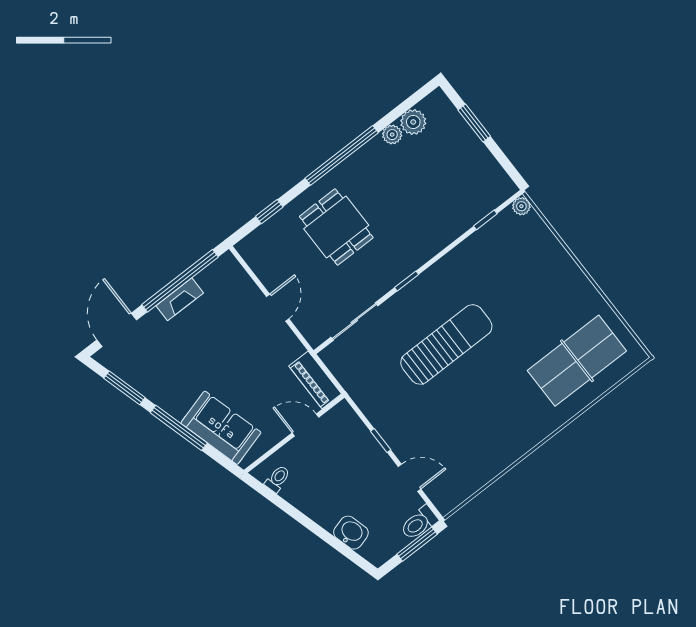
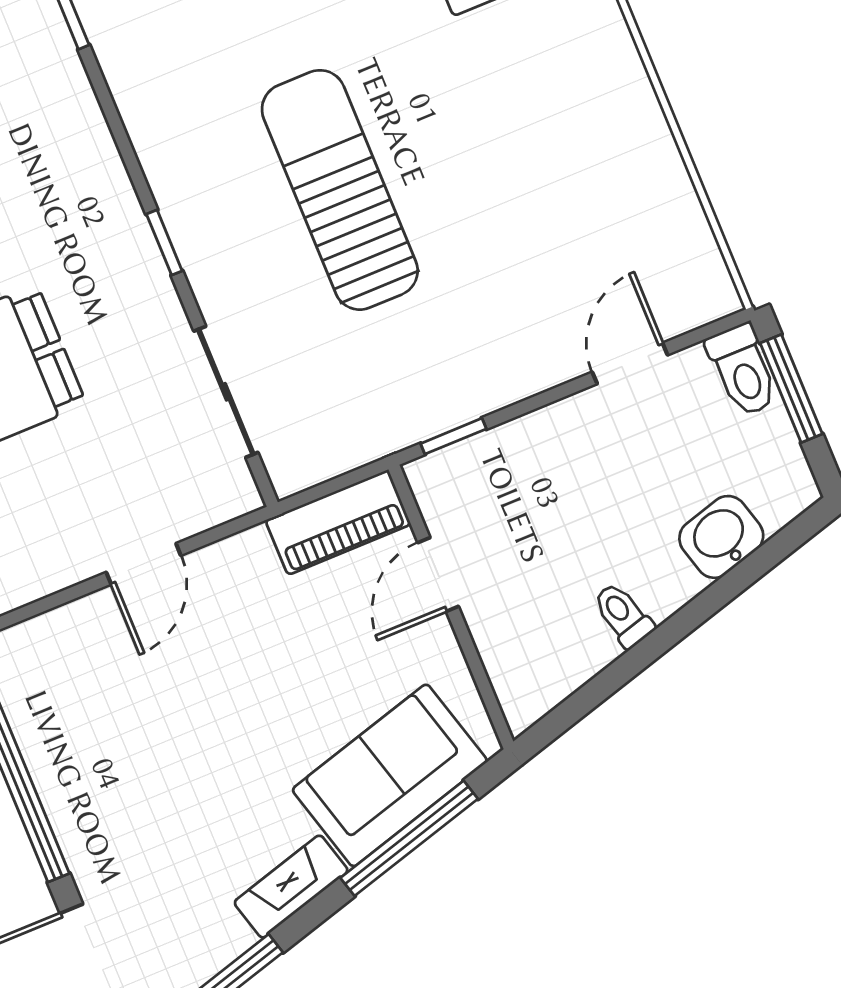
fireplace: (180, 299) -> (291, 887), moved, turned -106
door: (278, 308) -> (144, 564), swing flipped
window: (179, 428) -> (409, 838), moved
window: (381, 441) -> (453, 436), moved
toilet: (278, 479) -> (623, 615), moved

